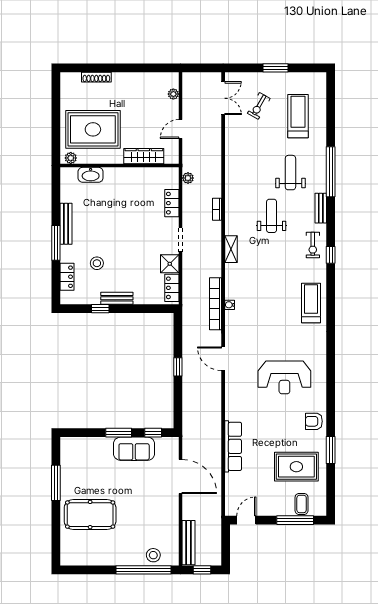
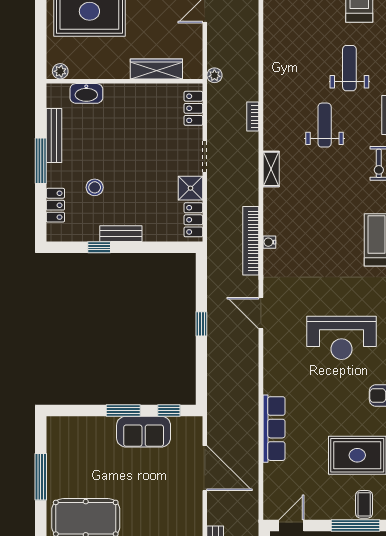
wardrobe: (144, 156) -> (156, 69), moved
plant: (71, 158) -> (60, 71), moved
wall: (120, 166) -> (124, 81), moved
washbasin: (91, 175) -> (86, 93), moved

